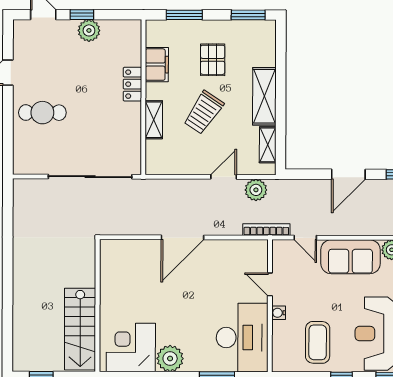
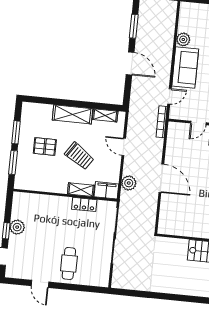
window: (248, 15) -> (16, 132), moved
filing cabinet: (157, 65) -> (106, 190), moved
locker: (132, 84) -> (84, 204), moved
plant: (256, 190) -> (129, 183), moved

